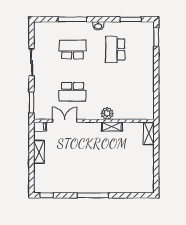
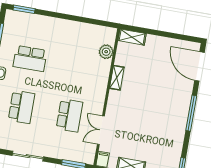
school desk: (73, 49) -> (22, 107), turned 180
plant: (107, 113) -> (106, 52), moved
door: (134, 195) -> (199, 66), added

